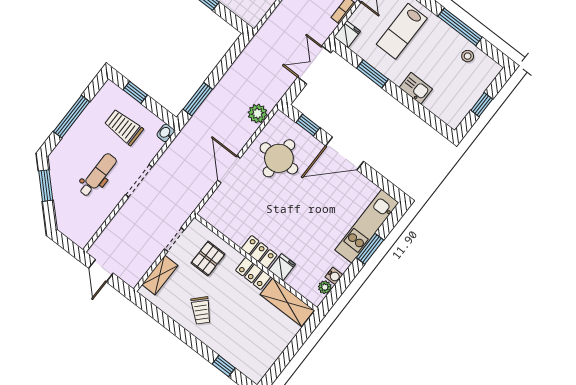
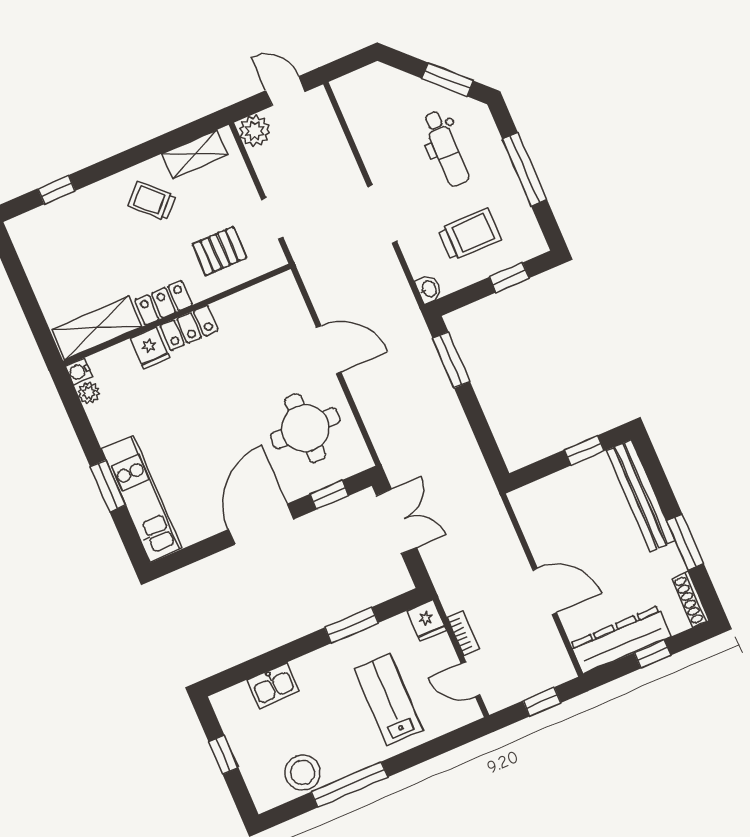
stool: (468, 56) -> (303, 773), width x1.89, depth x1.89
double door: (314, 65) -> (396, 521), moved
kitchen sink: (416, 88) -> (273, 685), moved
plant: (258, 113) -> (255, 131), moved
dental chair: (98, 175) -> (446, 149), moved
pallet: (208, 258) -> (220, 251), turned 90
shelving: (160, 275) -> (195, 154), moved, turned 90
water cooler: (334, 276) -> (79, 371), moved

